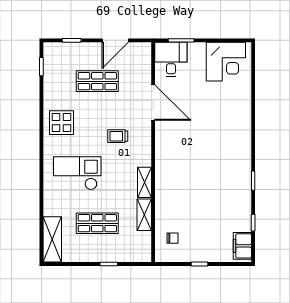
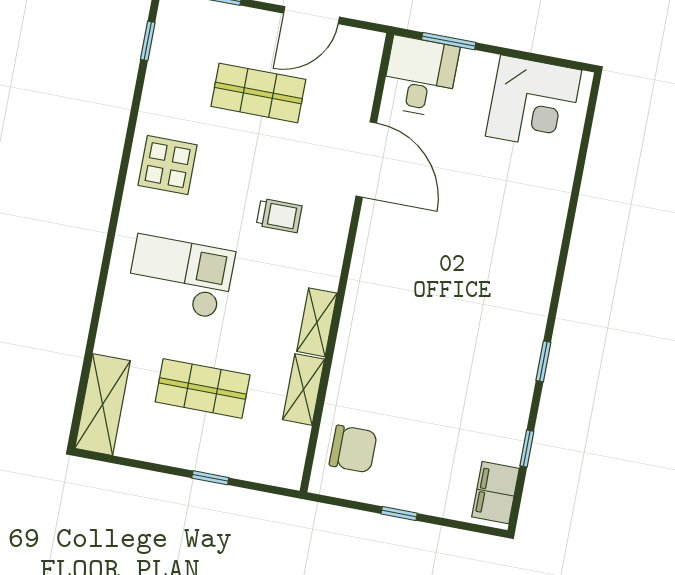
trolley: (118, 136) -> (279, 216), turned 180
chair: (173, 238) -> (353, 449), width x1.87, depth x1.87

